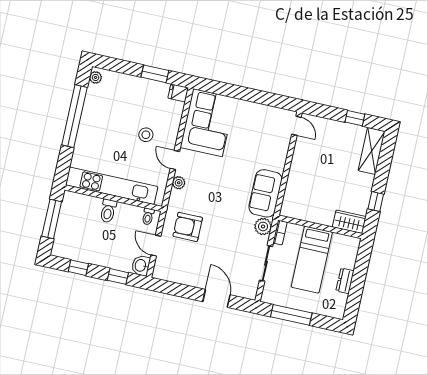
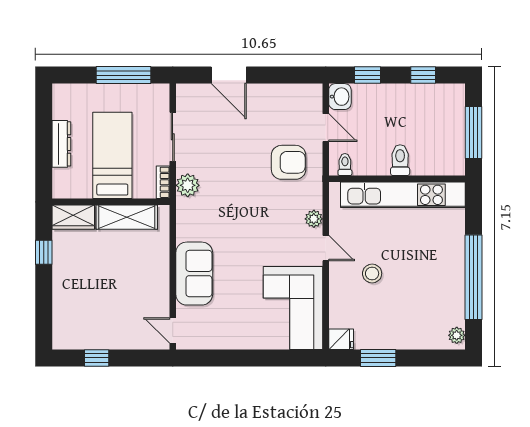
shelving: (372, 151) -> (127, 217), moved, turned 90
sofa: (265, 193) -> (194, 274), moved
dresser: (345, 281) -> (61, 144), width x1.44

